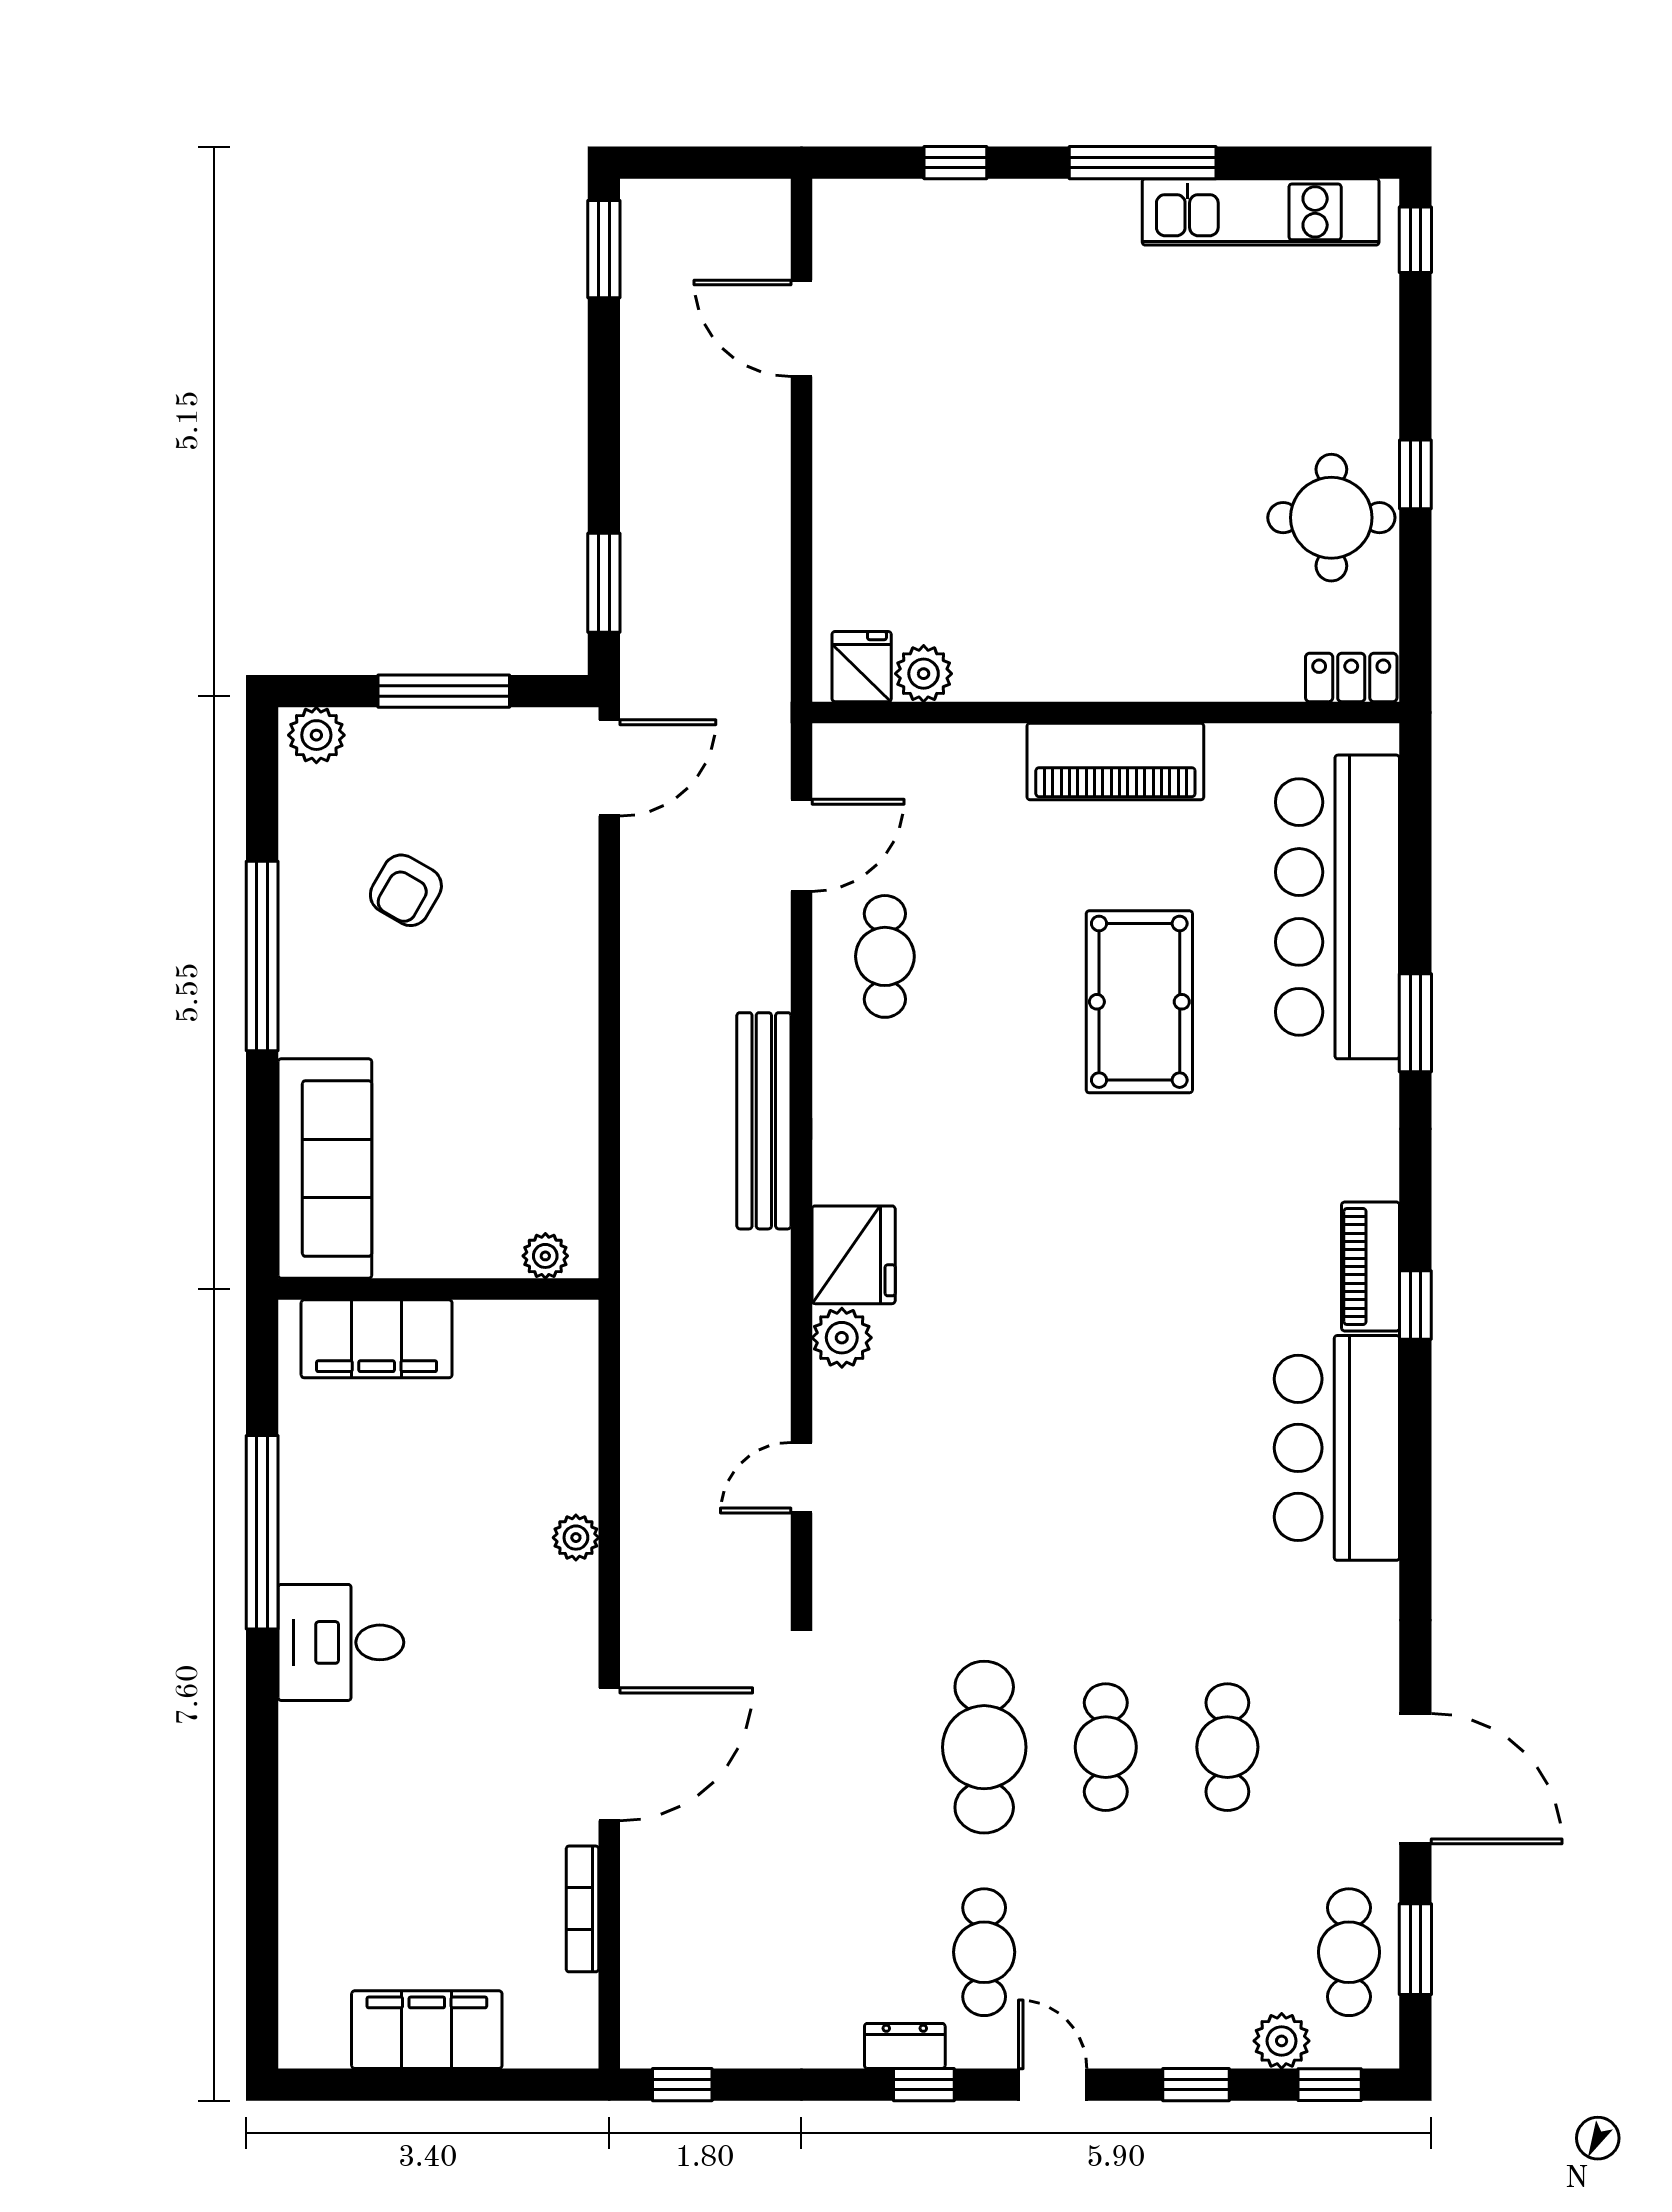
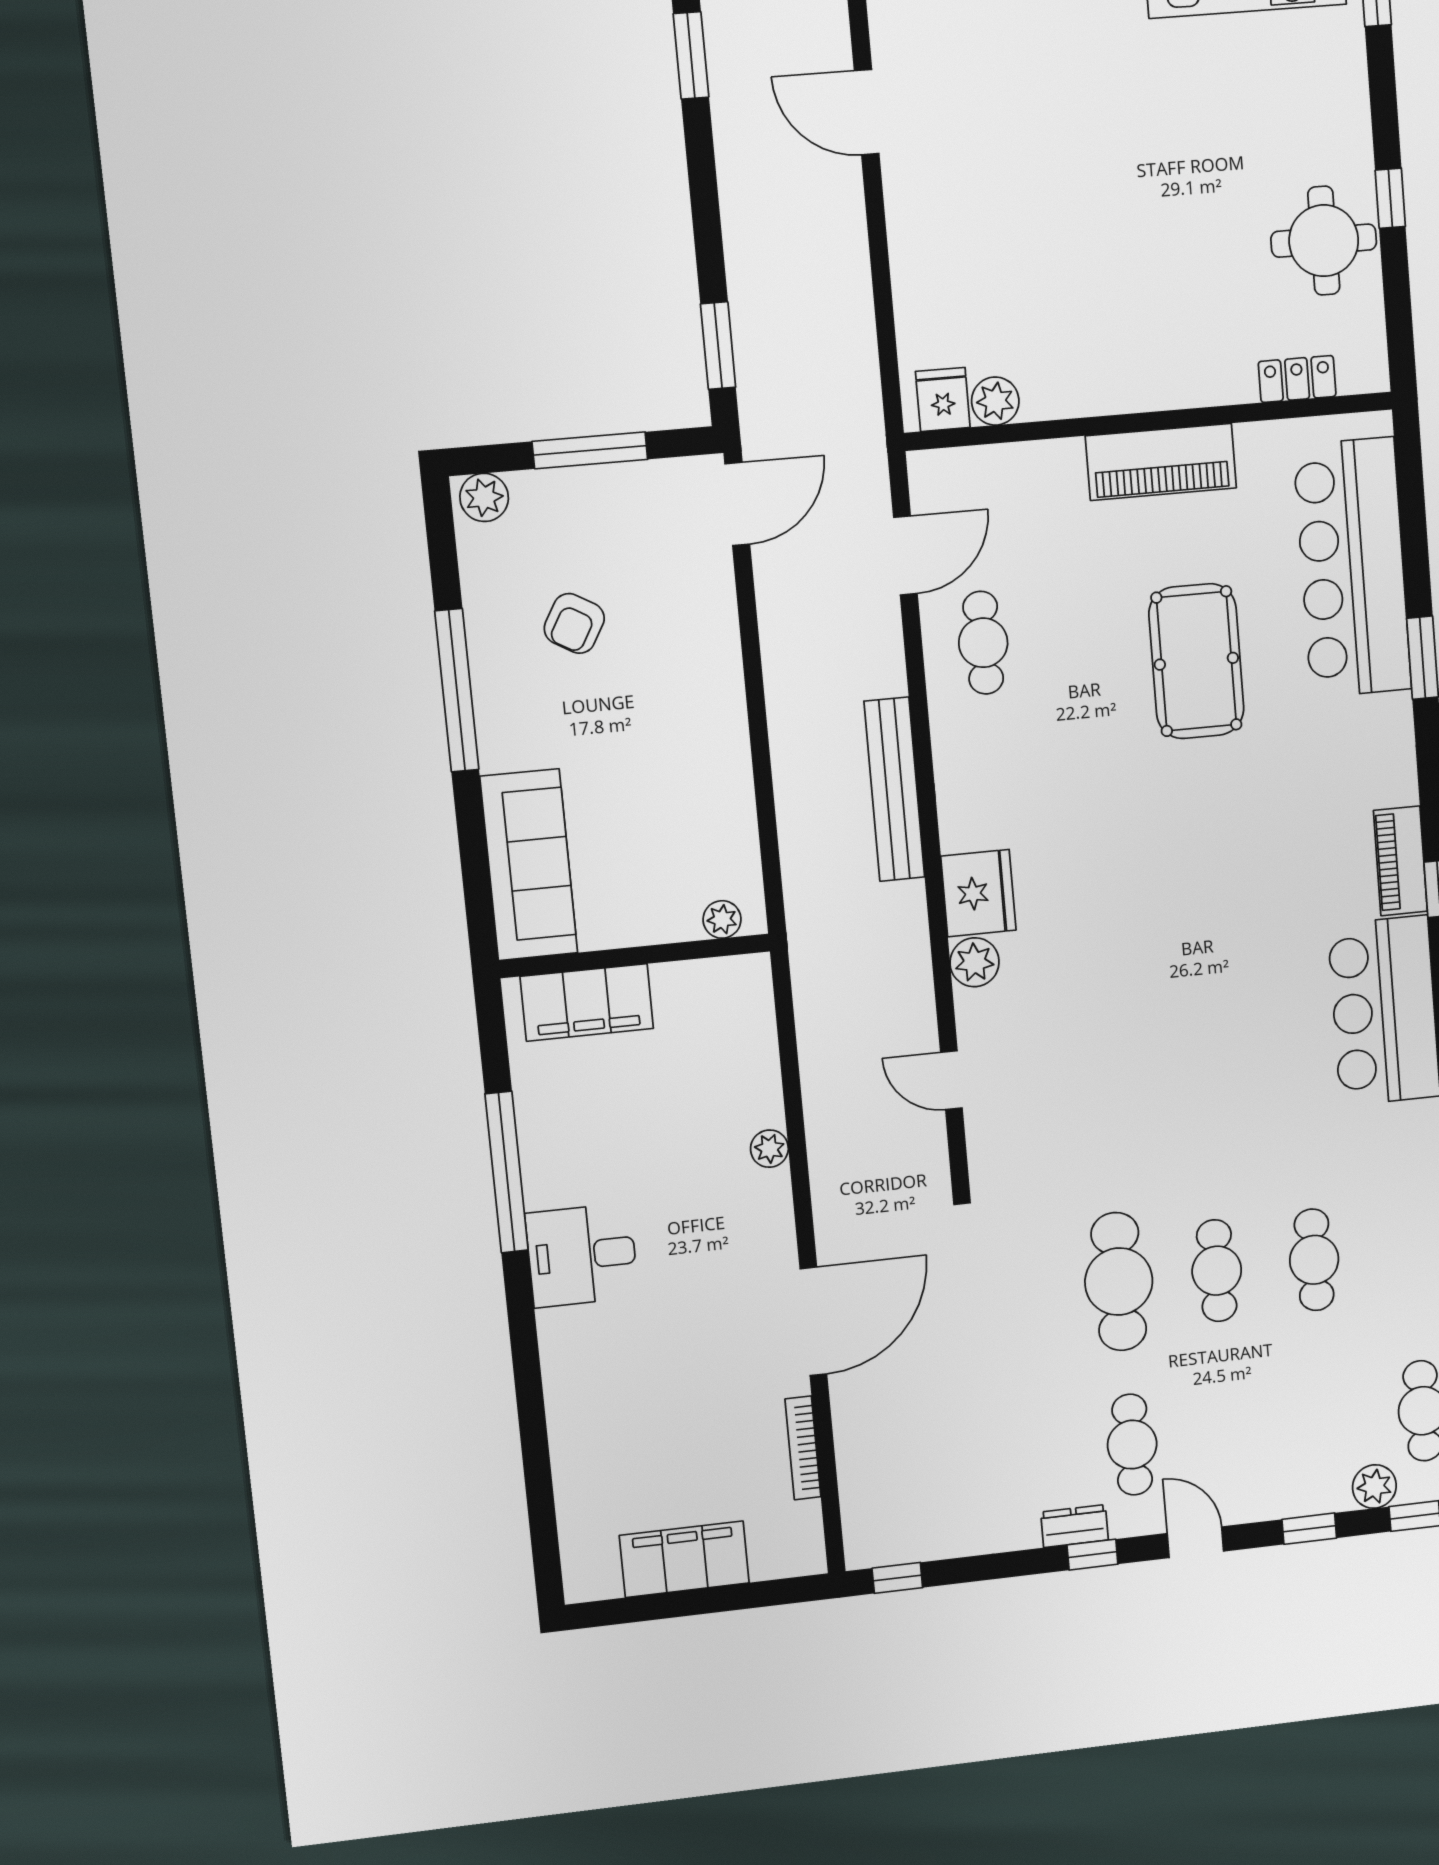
locker: (1351, 677) -> (1297, 379), moved
door: (801, 1478) -> (951, 1080), hinge flipped

